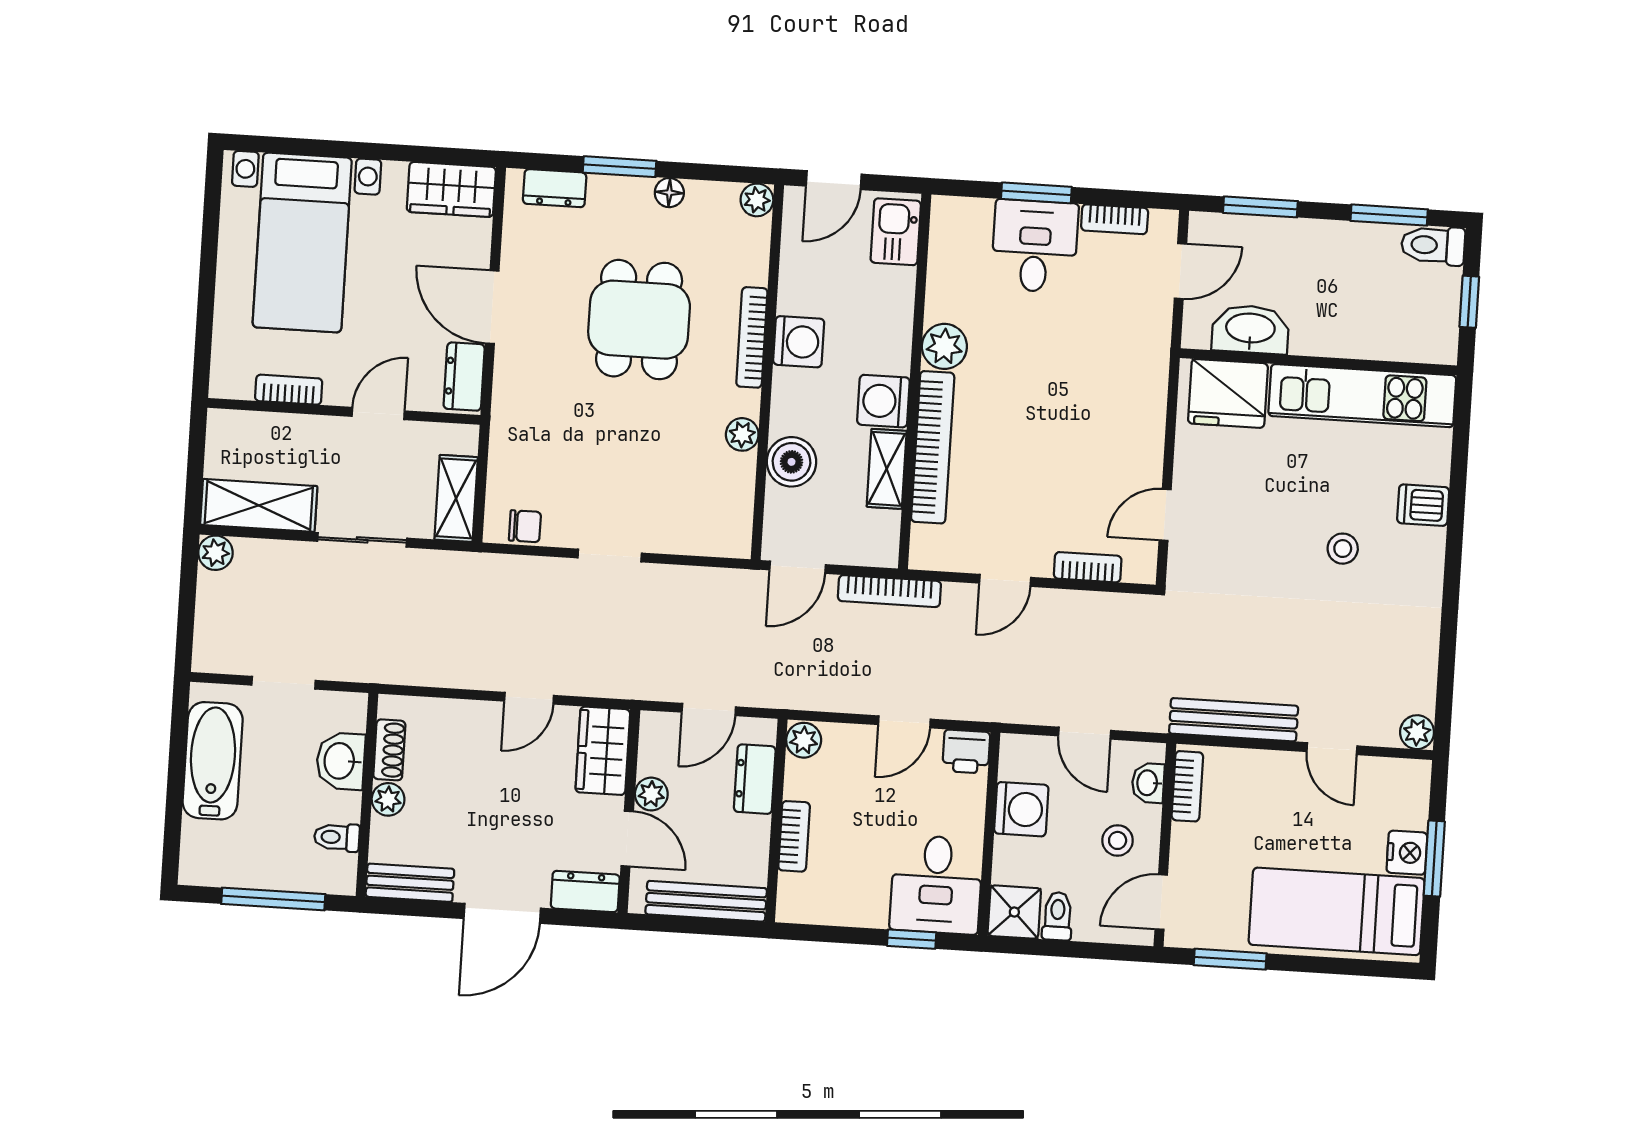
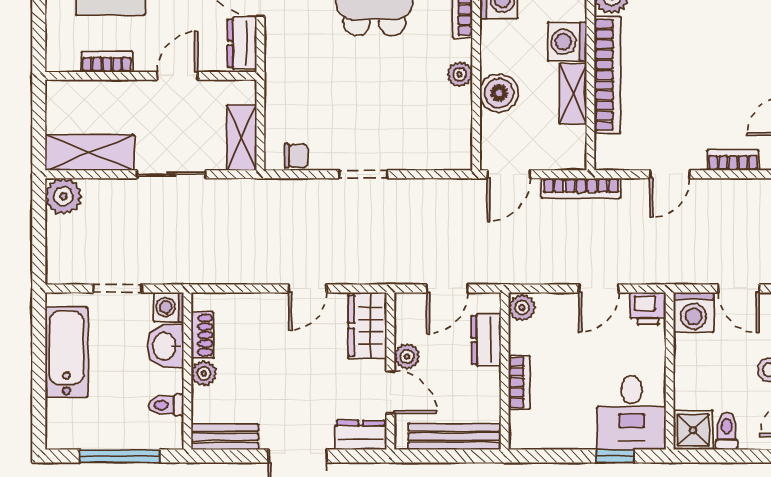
plant: (215, 553) -> (63, 196), width x1.38, depth x1.38
washing machine: (348, 711) -> (169, 307), added
washing machine: (1021, 809) -> (694, 312), moved, turned 90

